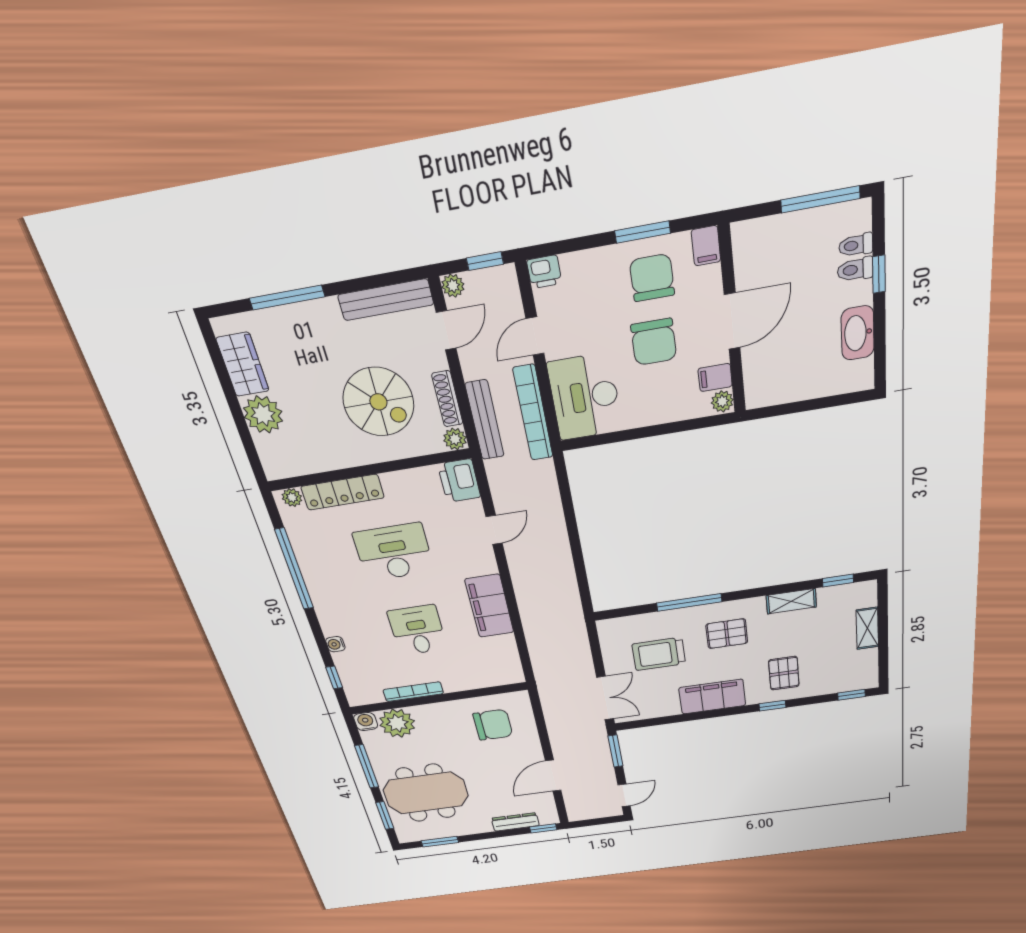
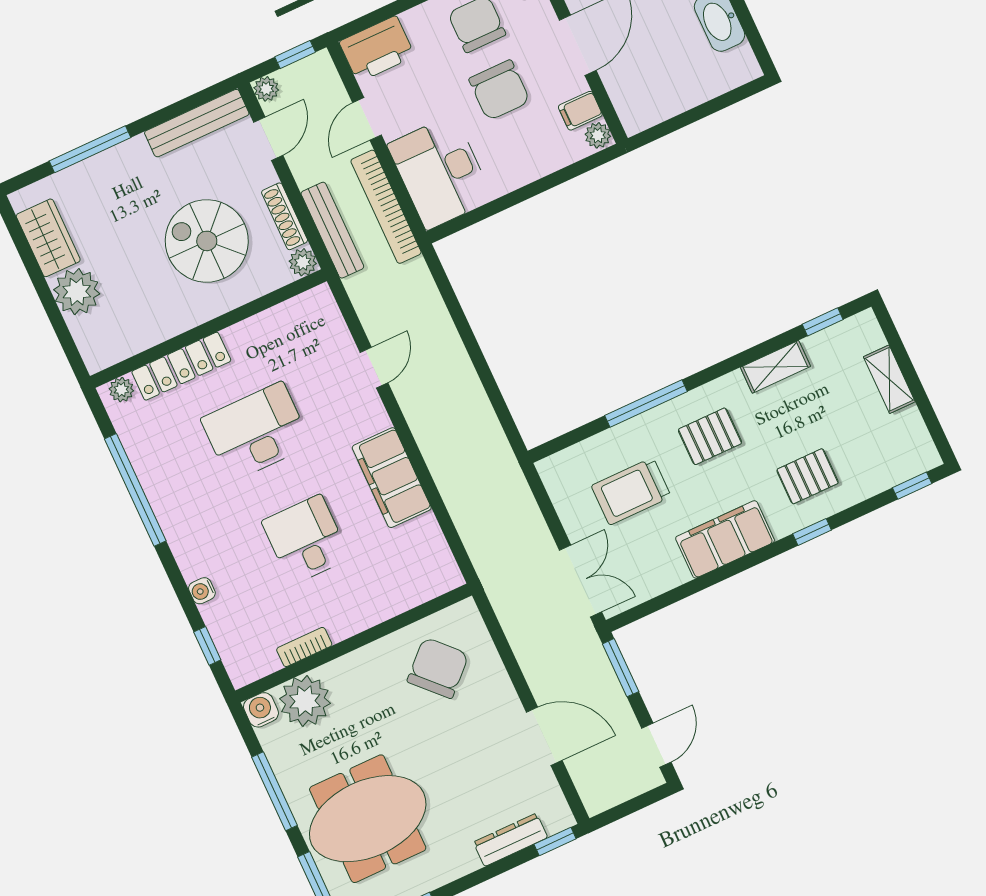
printer: (544, 272) -> (377, 49), width x1.87, depth x1.48
spiral stairs: (378, 402) -> (207, 241), turned 180
printer: (459, 481) -> (318, 314), removed
pallet: (784, 673) -> (808, 476), turned 90
bookcase: (413, 692) -> (304, 647), width x0.64
chair: (493, 725) -> (438, 668), turned -44
door: (553, 776) -> (544, 736), swing flipped

